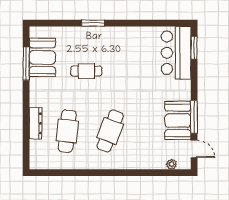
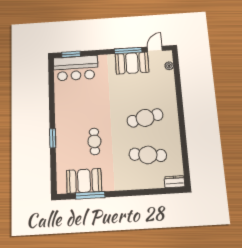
dresser: (36, 123) -> (175, 182), moved, width x0.70
cafe table: (110, 131) -> (145, 118), turned -33

